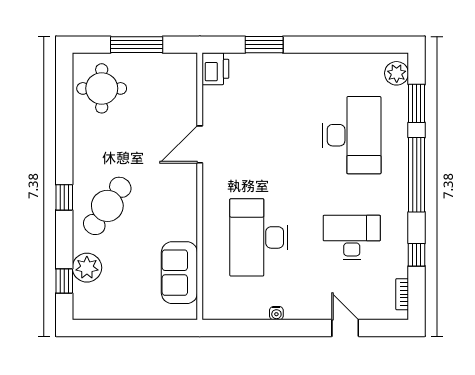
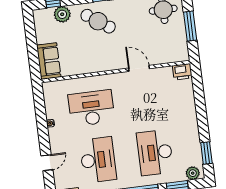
window: (264, 45) -> (206, 153), moved
desk: (352, 135) -> (155, 153), turned 90
desk: (352, 237) -> (98, 160), width x1.36, depth x1.30
sofa: (179, 273) -> (49, 61), moved, turned 90

